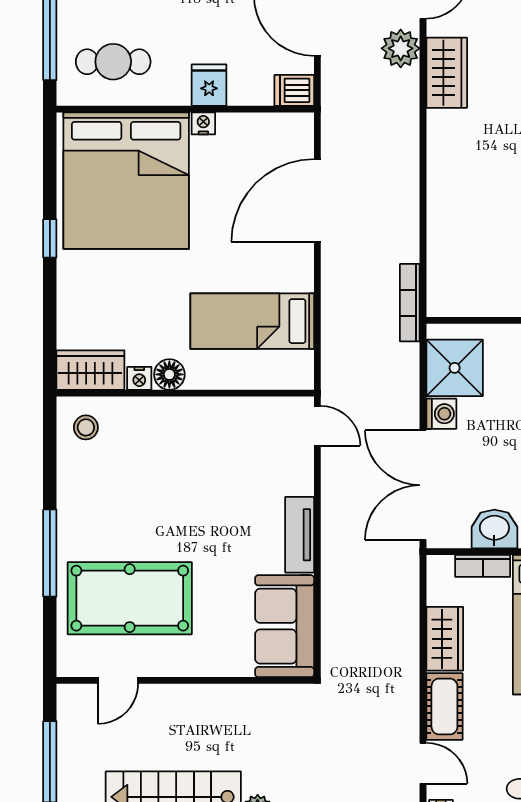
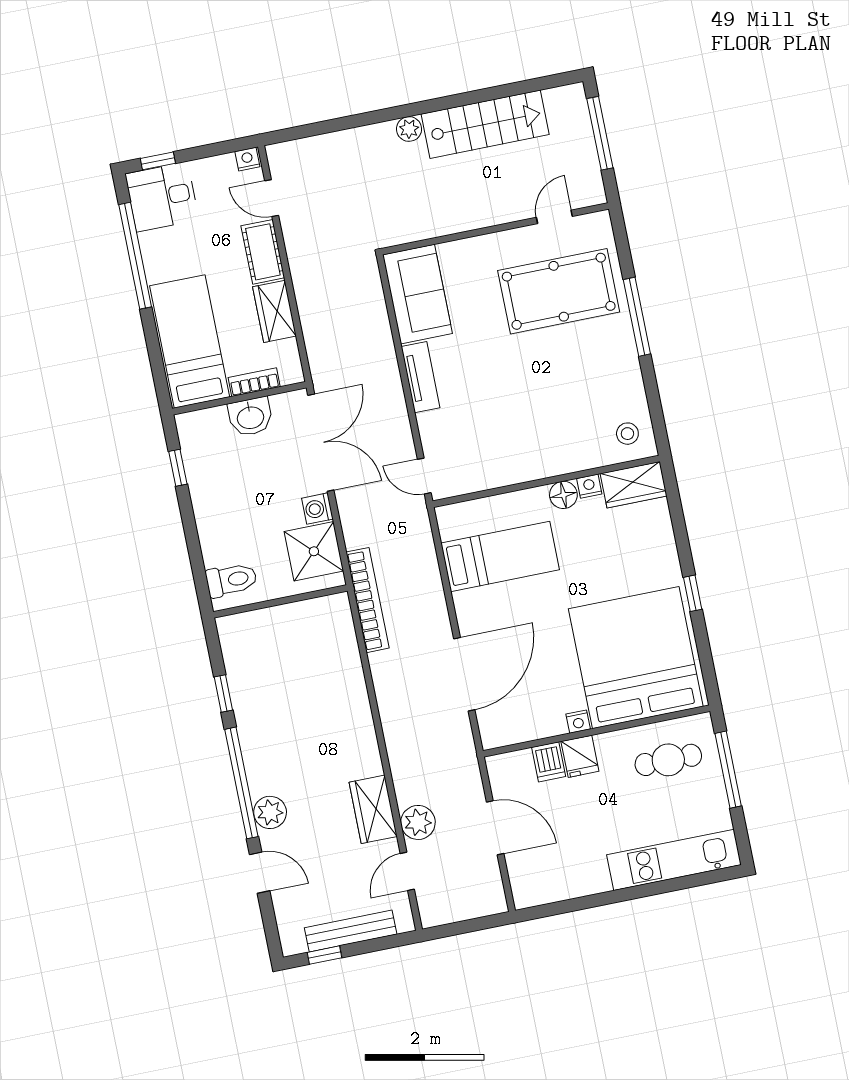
dishwasher: (294, 90) -> (549, 762), moved, turned 90
bookcase: (410, 303) -> (368, 600), width x1.48, depth x1.31

